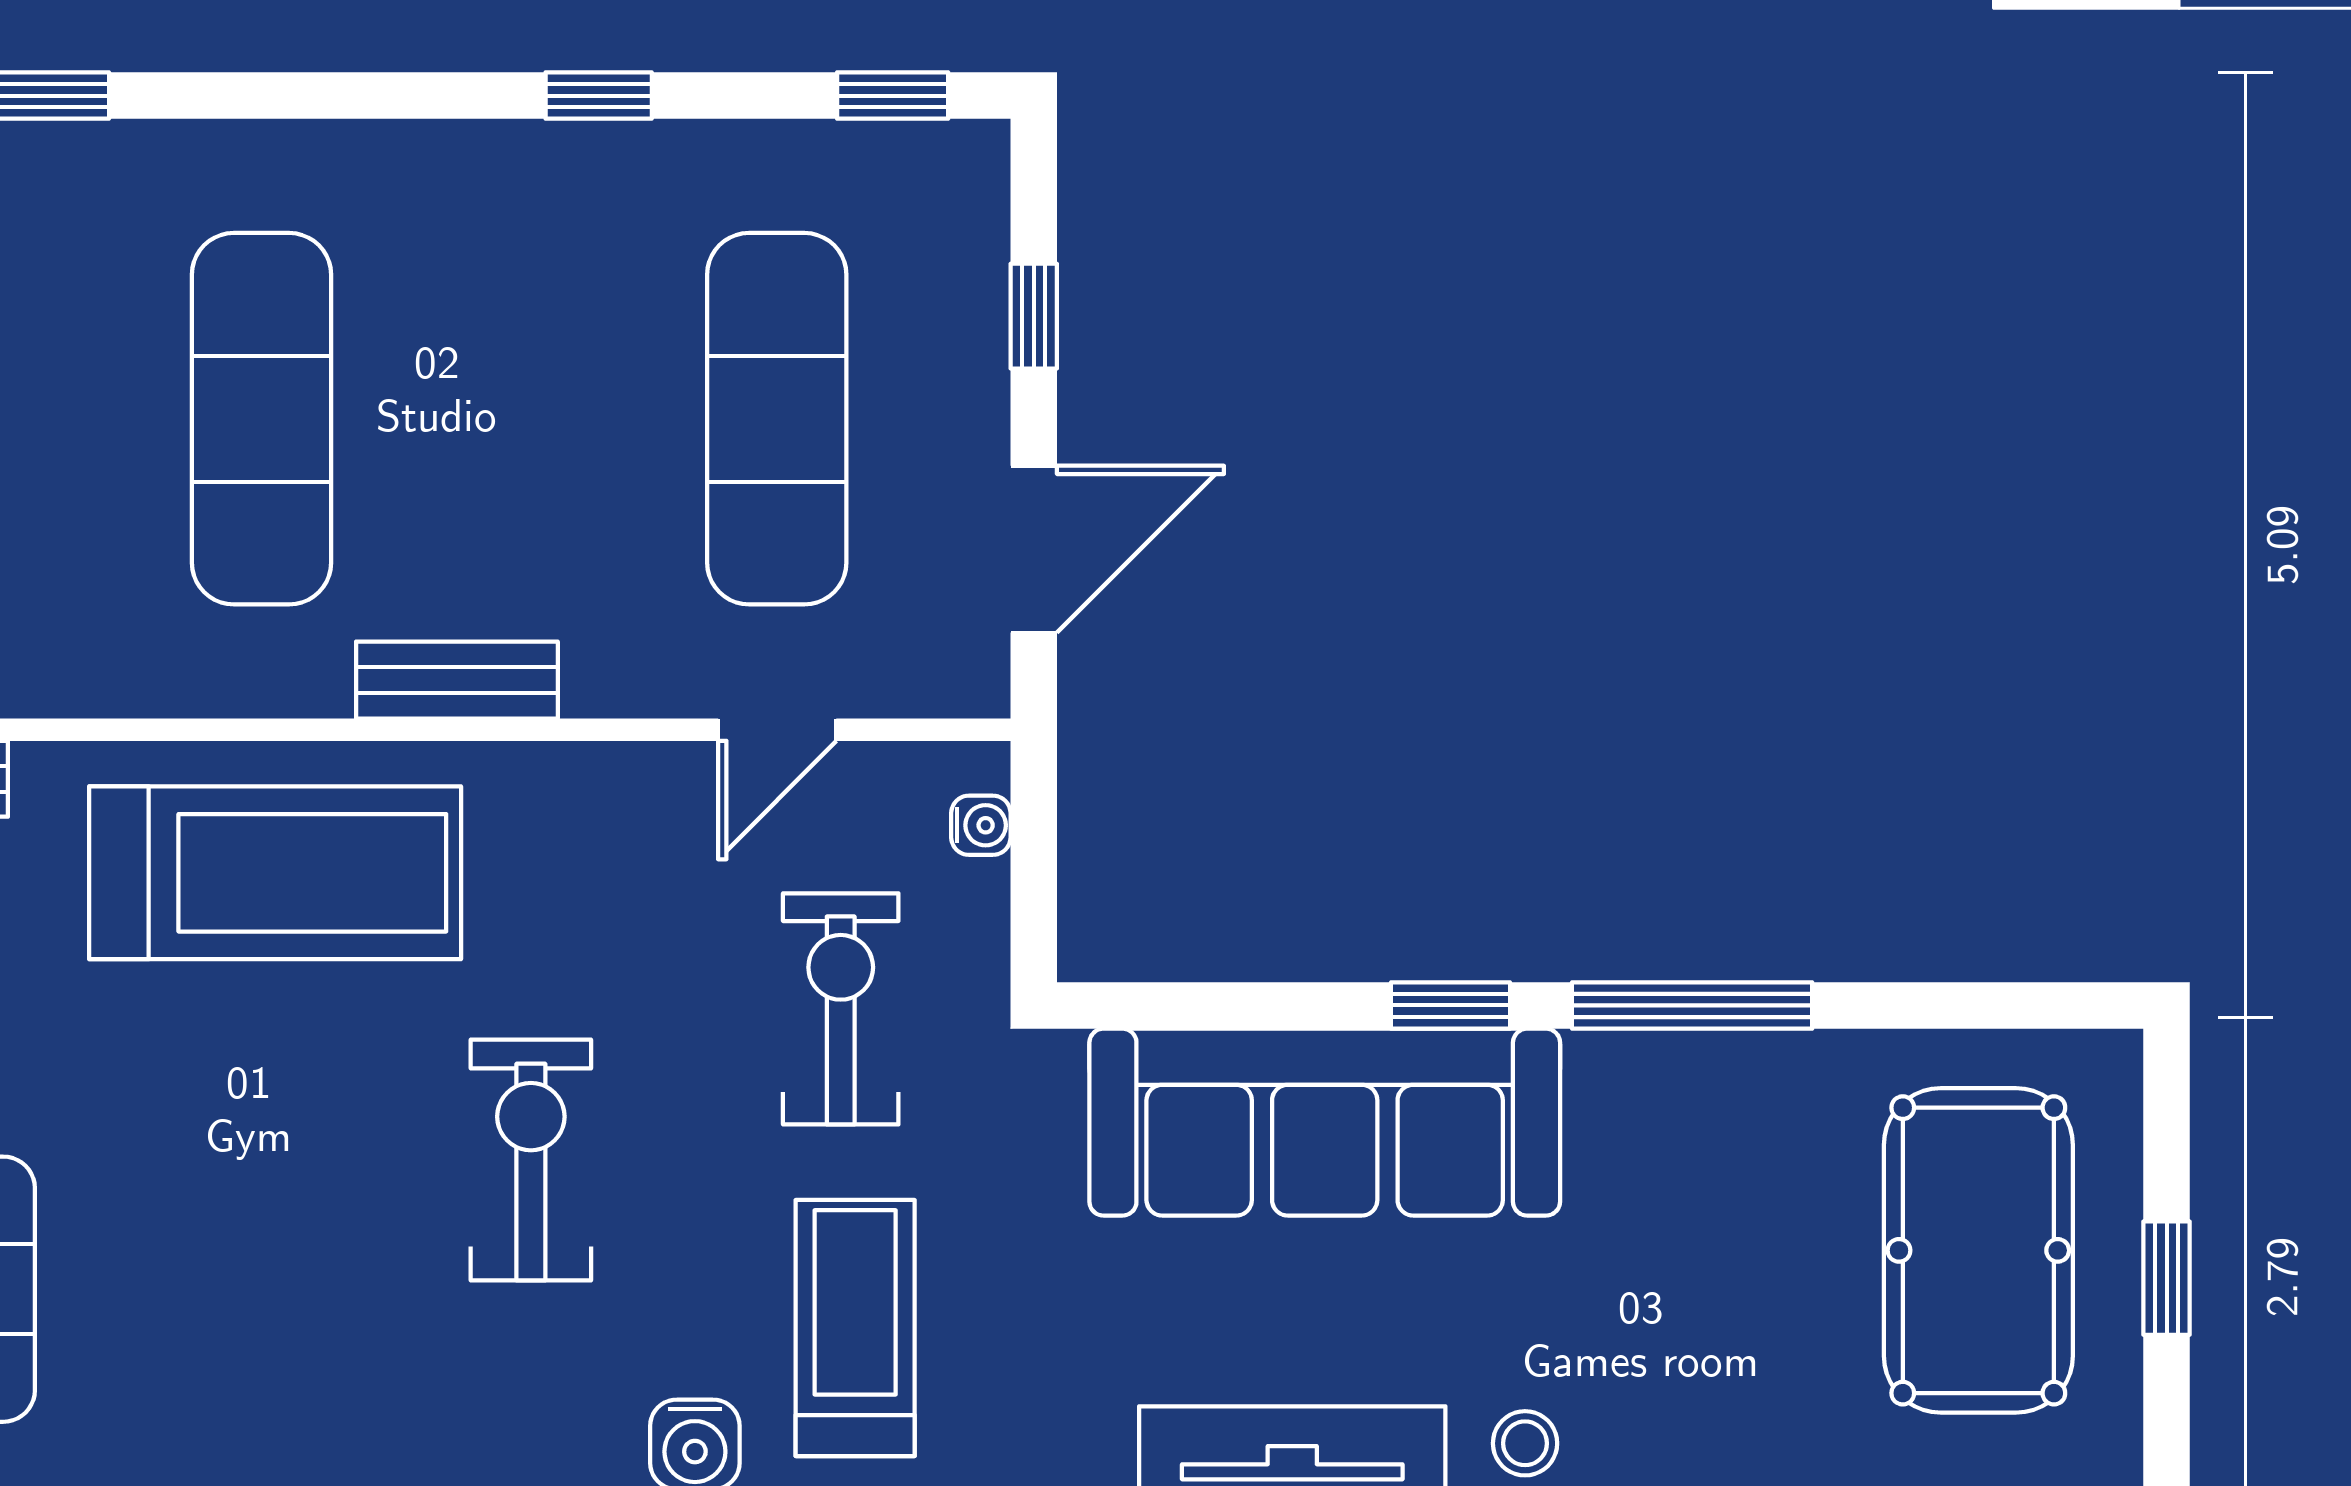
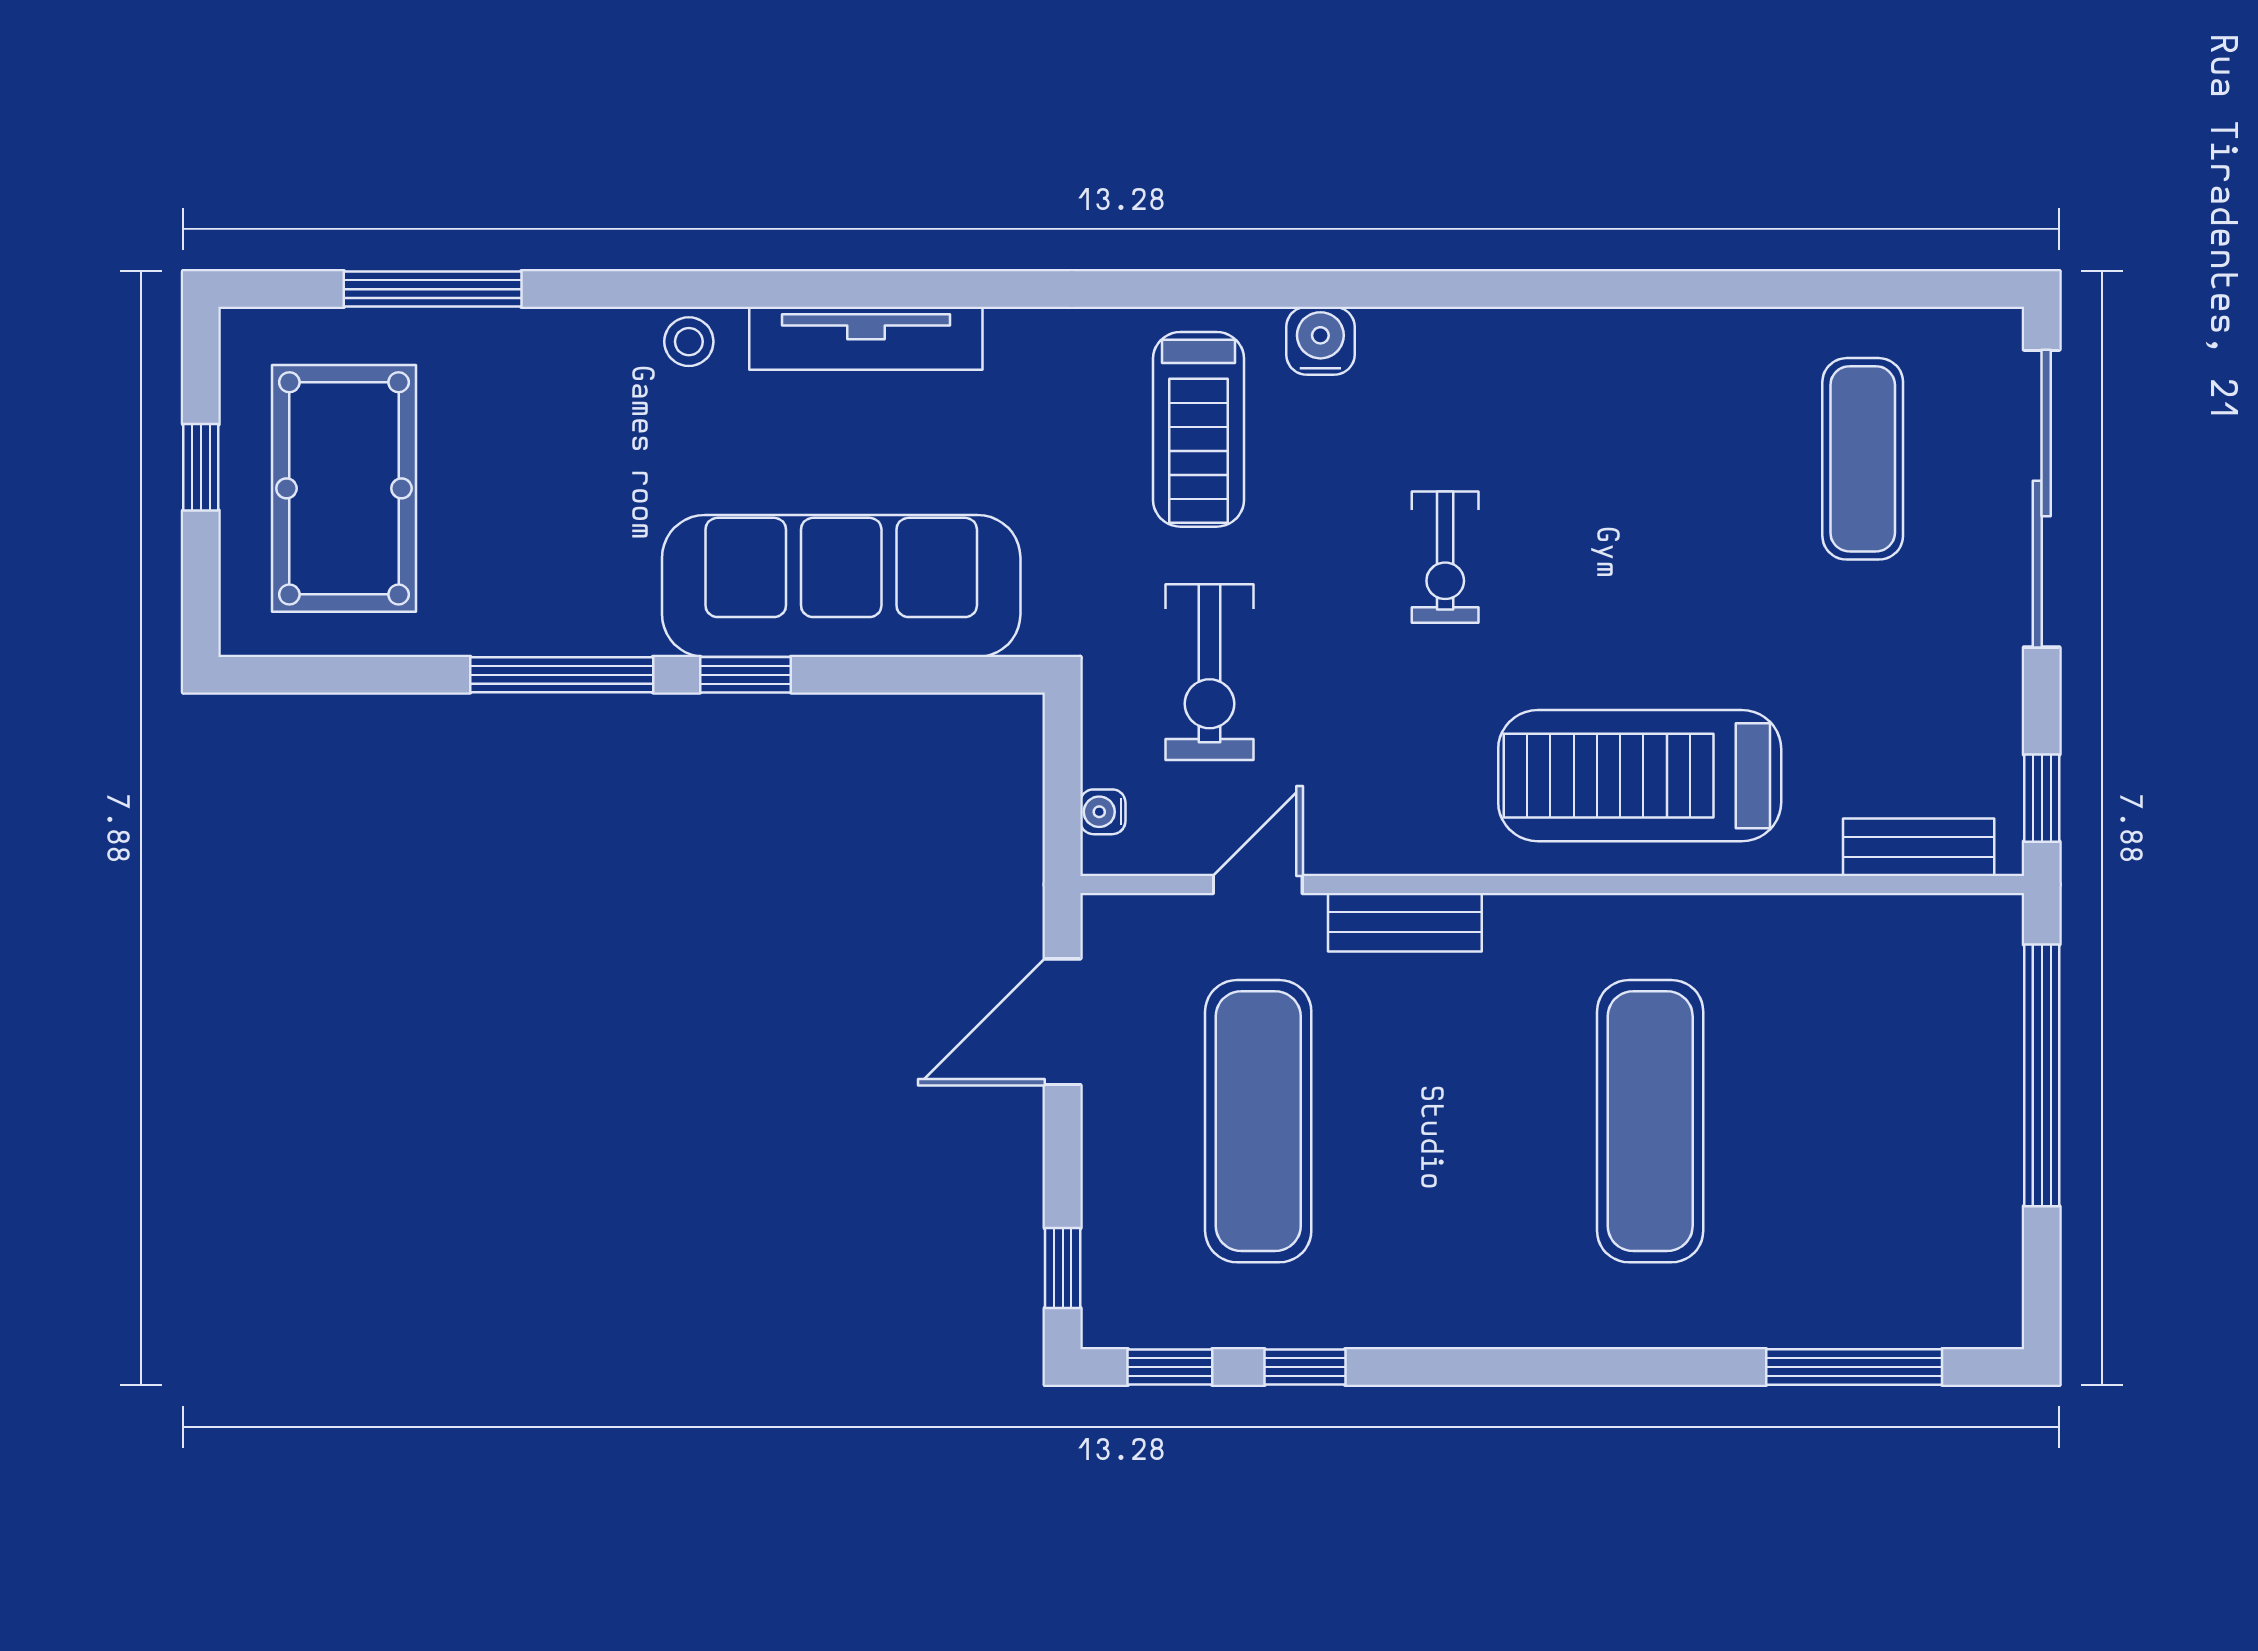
window: (599, 96) -> (1305, 1367), moved
window: (1034, 316) -> (1063, 1268), moved
bench: (457, 680) -> (1405, 922), moved
exercise bike: (531, 1160) -> (1445, 557), width x0.73, depth x0.72

